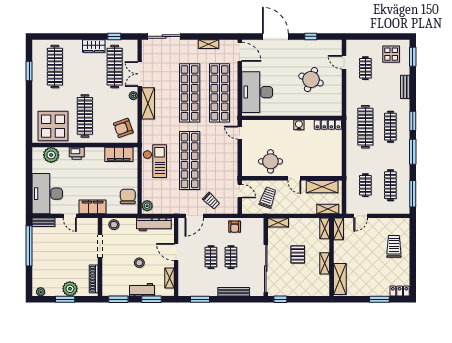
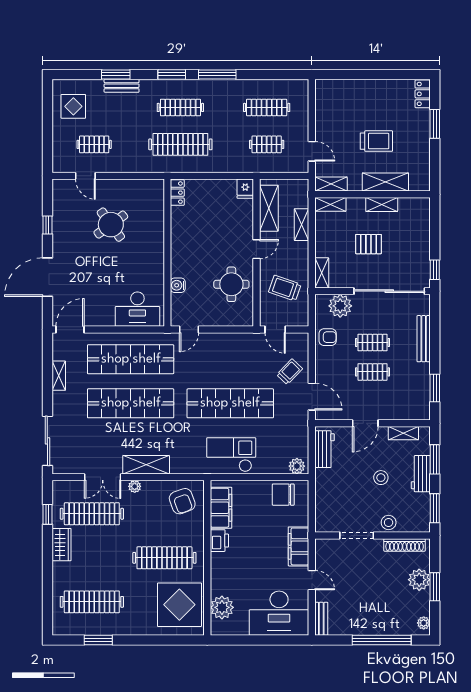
window: (413, 57) -> (116, 74), moved
door: (344, 62) -> (85, 176), hinge flipped
round table: (311, 80) -> (111, 225), turned 33
desk: (257, 92) -> (137, 309), width x0.73, depth x0.77
water cooler: (299, 125) -> (178, 285), moved
locker: (328, 125) -> (177, 193), width x0.66
printer: (77, 153) -> (219, 541), moved
fridge: (335, 171) -> (245, 189), added
door: (240, 191) -> (275, 330), swing flipped
window: (413, 194) -> (279, 74), removed
shelving: (328, 209) -> (302, 225), moved
door: (70, 216) -> (312, 580), hinge flipped
workbench: (154, 224) -> (324, 449), width x0.73
stool: (114, 225) -> (389, 522), moved
plant: (256, 235) -> (340, 306), added
window: (29, 246) -> (382, 640), moved
trolley: (394, 246) -> (376, 141), moved, turned 180
shelving: (340, 279) -> (385, 182), moved

